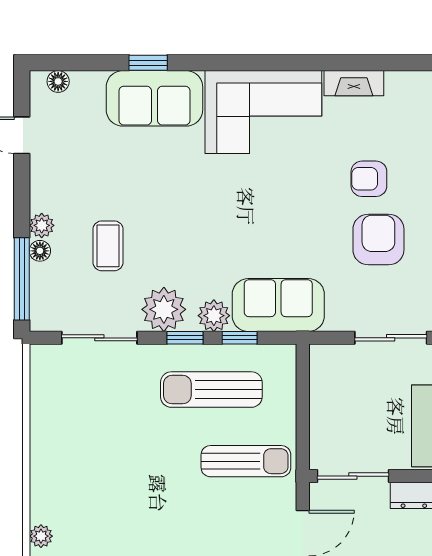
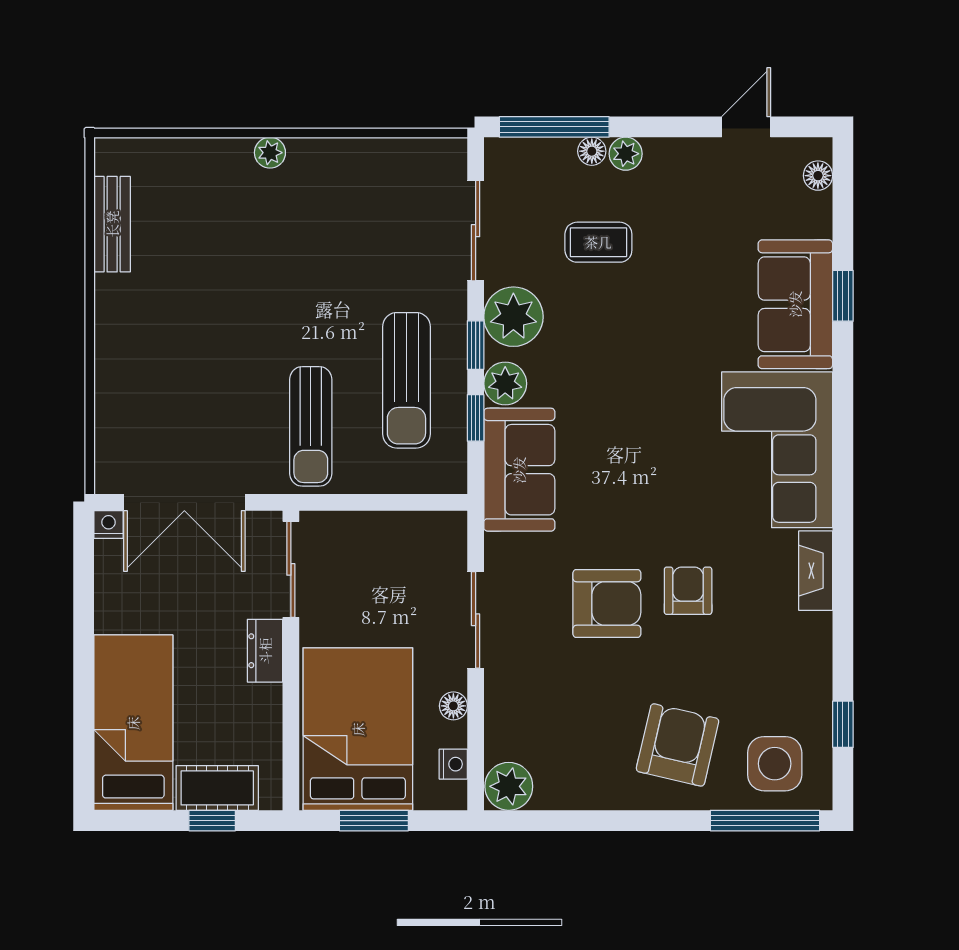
sun lounger: (211, 390) -> (406, 380), turned 180
plant: (41, 536) -> (270, 153), moved

